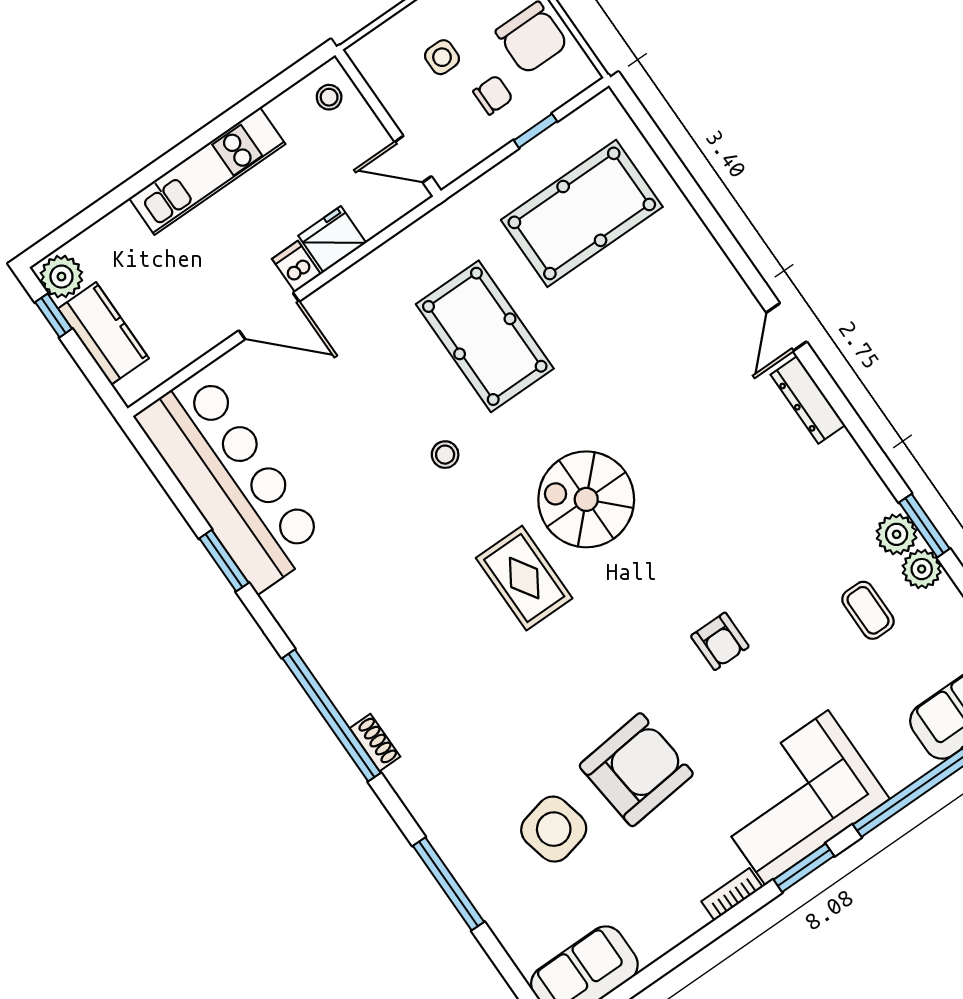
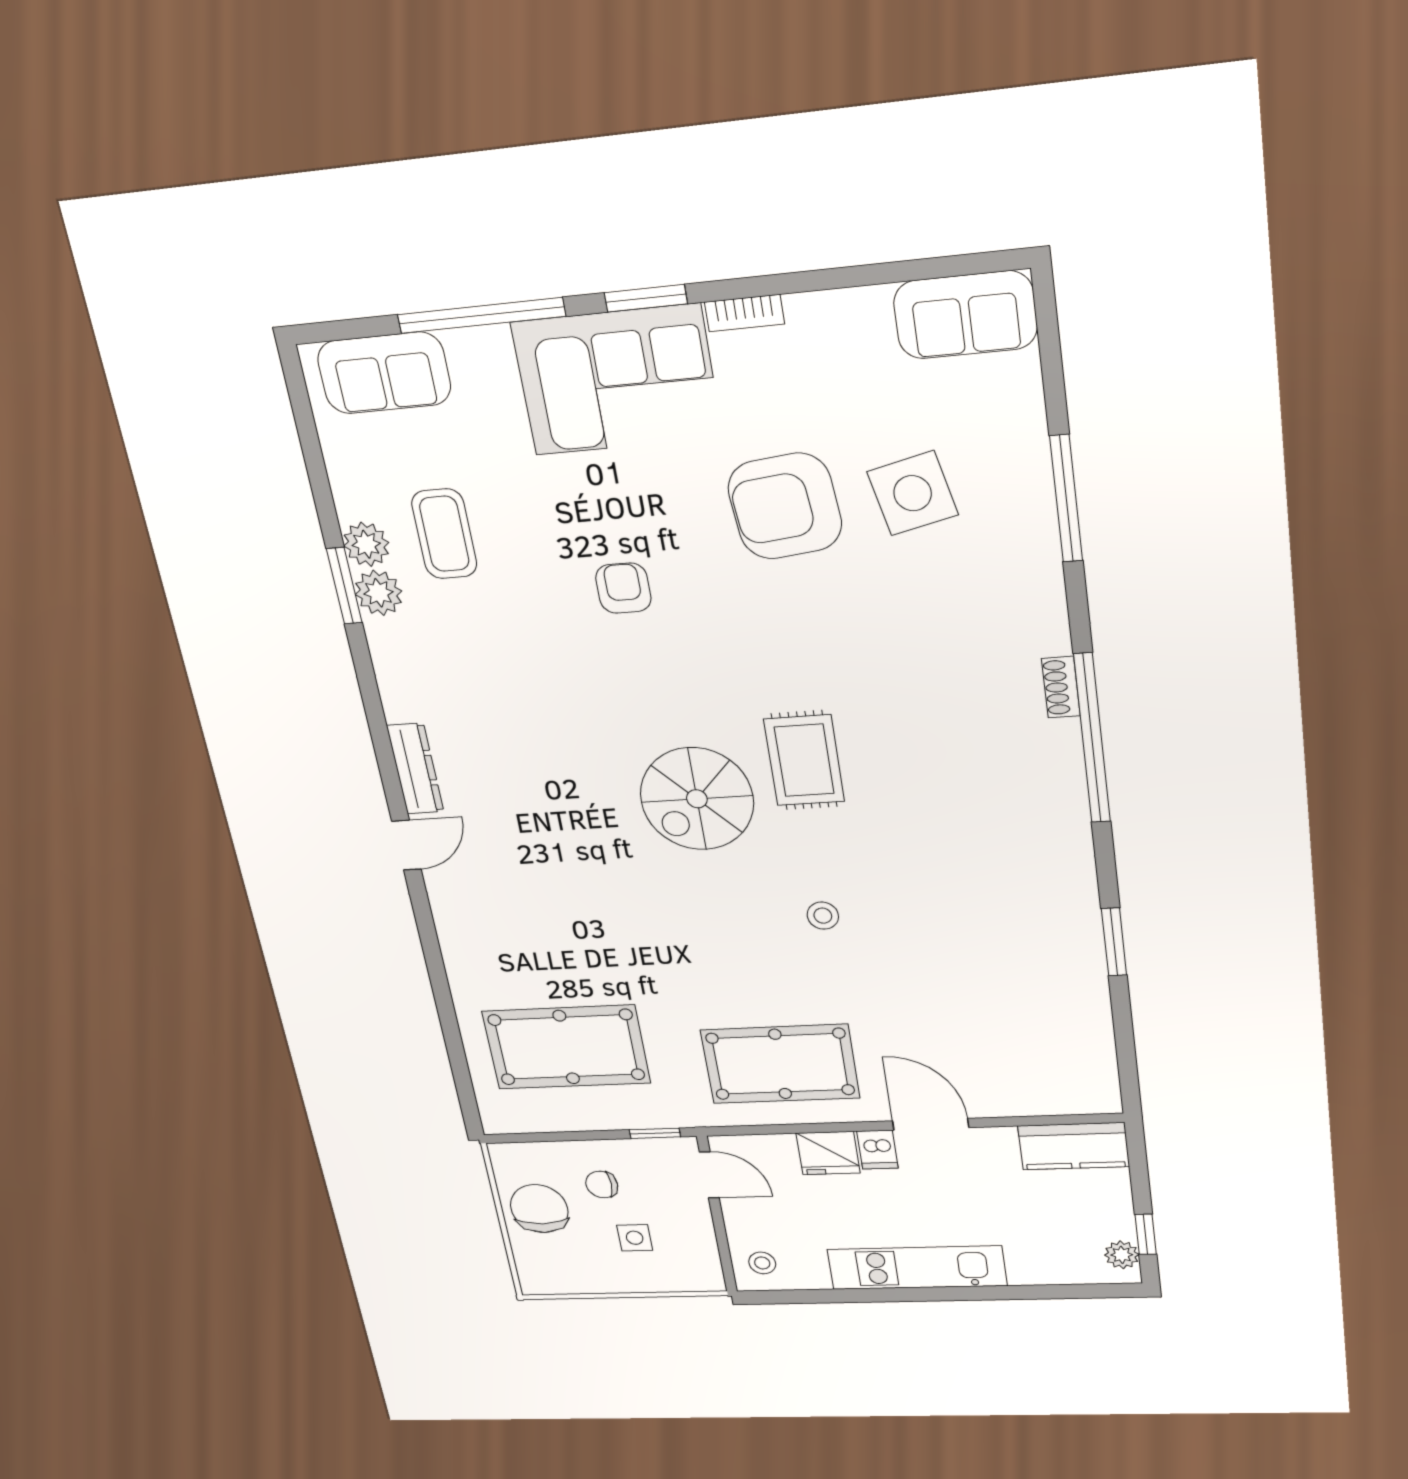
window: (535, 131) -> (655, 1133), moved
plant: (61, 277) -> (1122, 1255), width x0.73, depth x0.73
kitchen counter: (103, 333) -> (1074, 1146), moved, turned -90
pool table: (485, 336) -> (780, 1064), moved, turned 90
bar counter: (231, 480) -> (1059, 1008), removed
spiral stairs: (586, 499) -> (697, 799), turned 90
coffee table: (868, 610) -> (444, 534), width x1.36, depth x1.30

